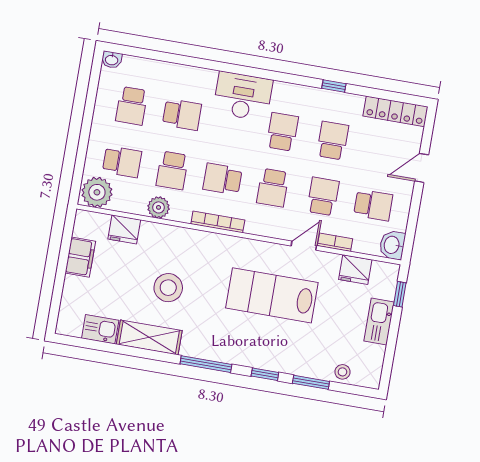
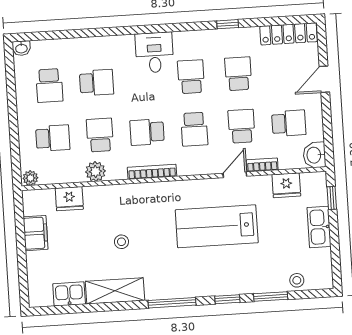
desk: (243, 96) -> (154, 53), width x0.73
school desk: (172, 170) -> (100, 135), turned 180
plant: (97, 192) -> (30, 178), width x0.53, depth x0.53
stool: (168, 288) -> (121, 242), width x0.53, depth x0.53

